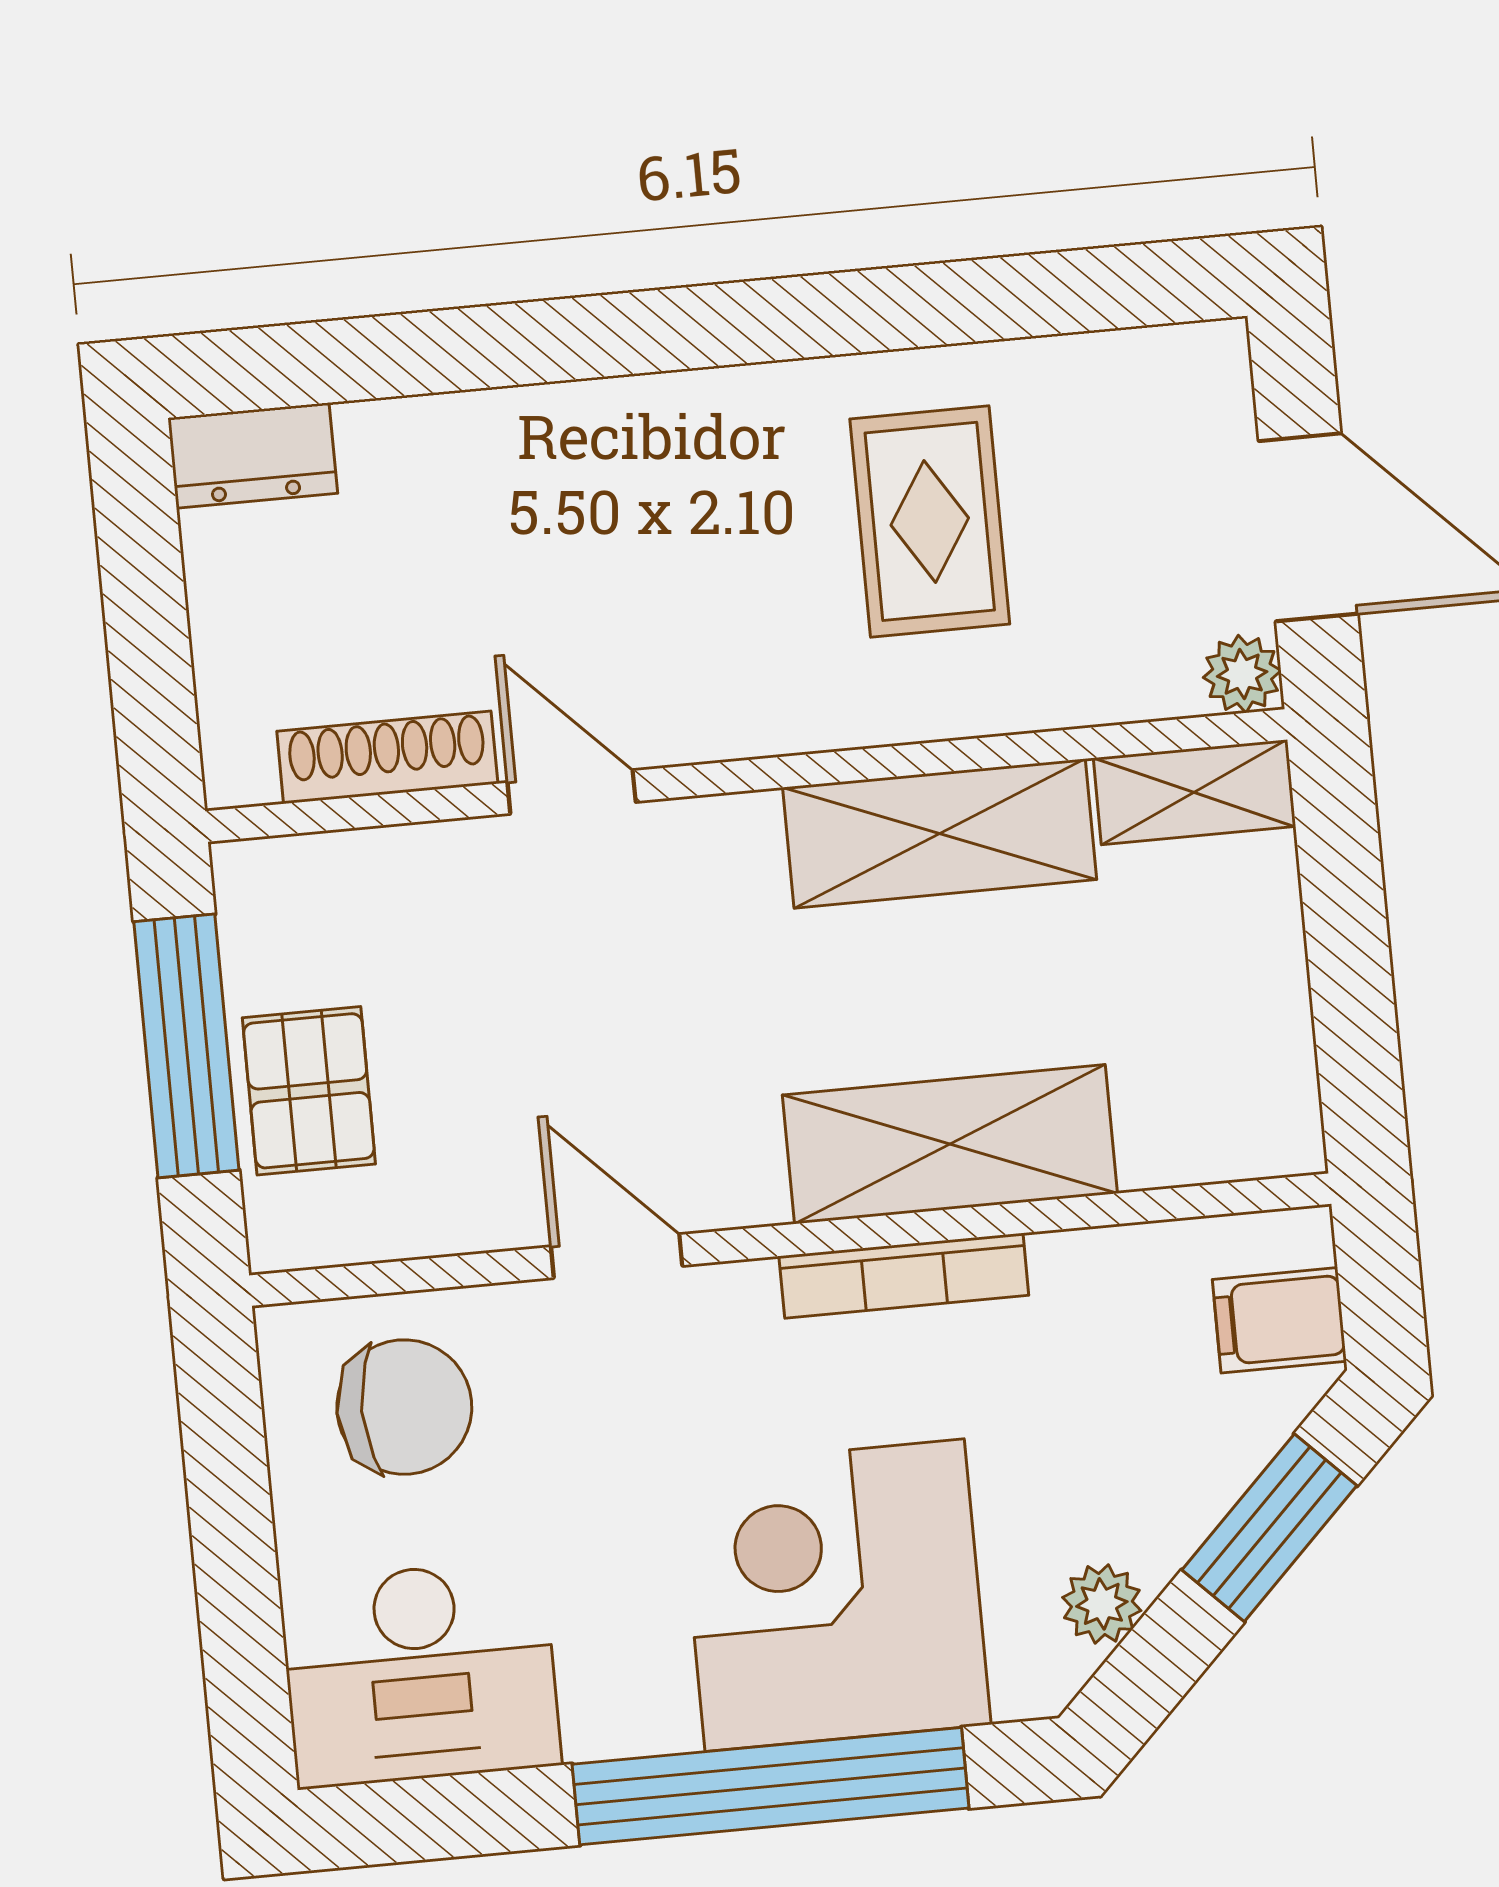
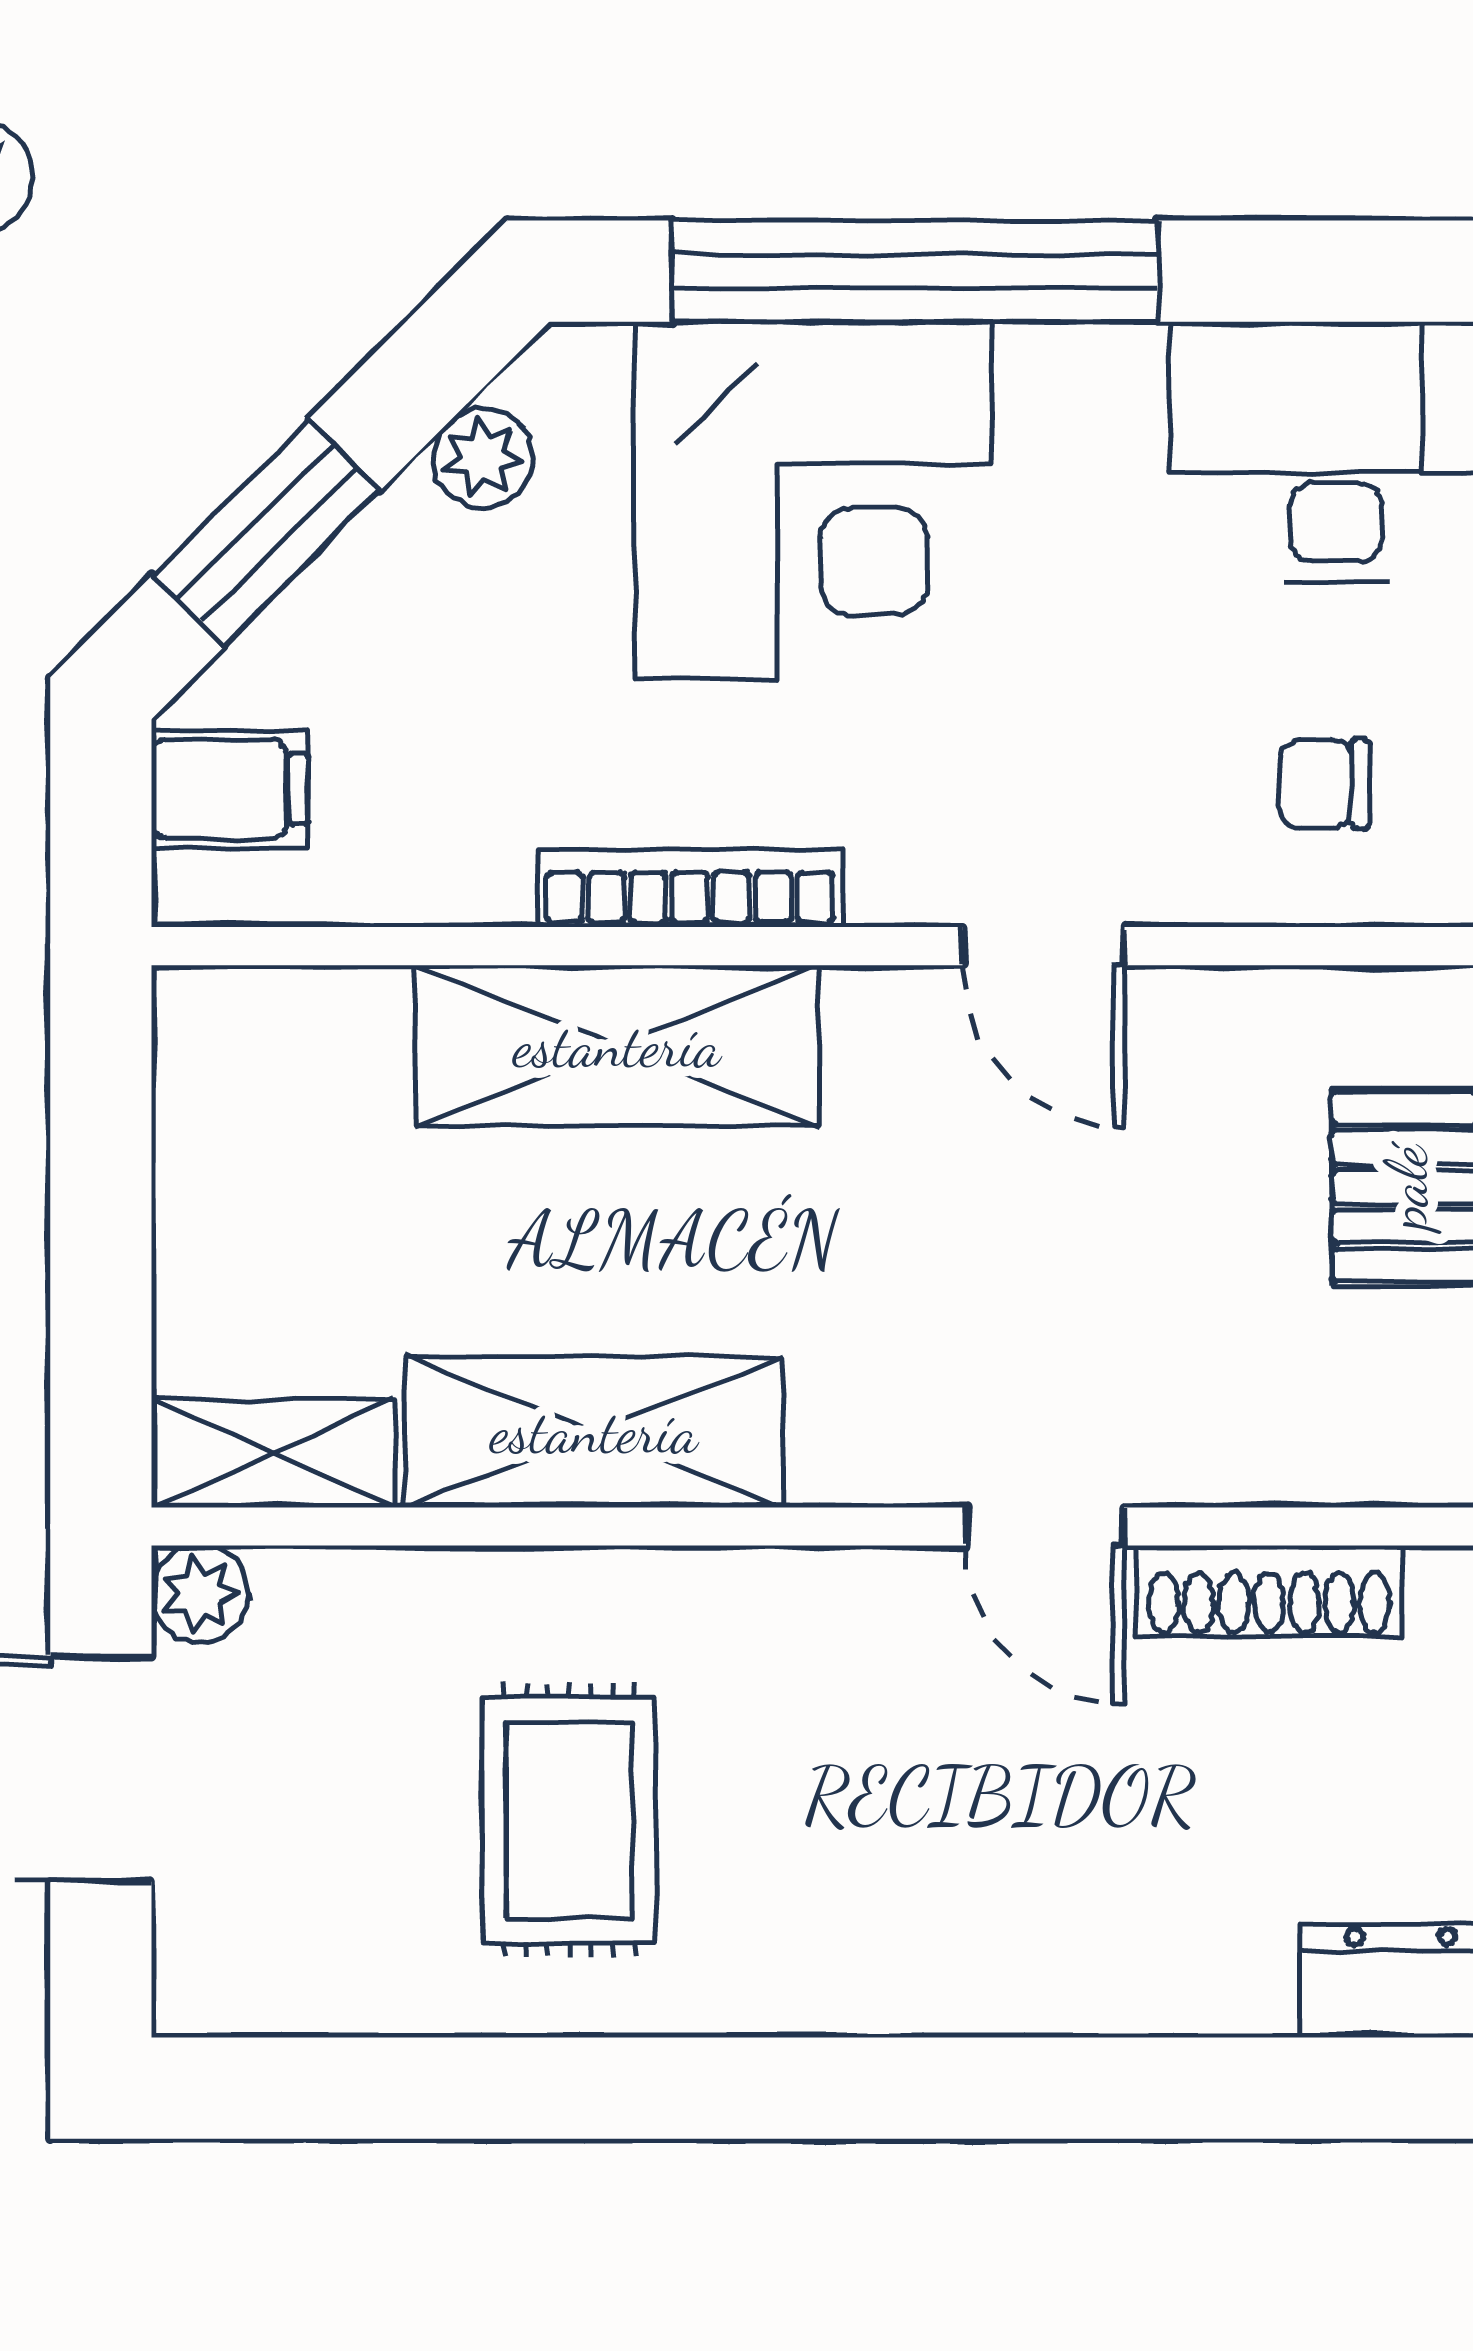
chair: (404, 1407) -> (1324, 784), width x0.54, depth x0.54

